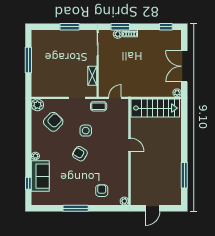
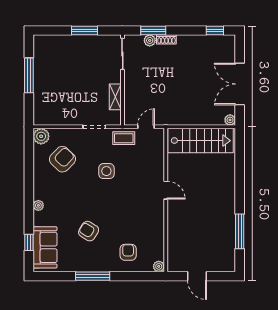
armchair: (80, 154) -> (89, 231), moved
sofa: (40, 176) -> (45, 247), moved
door: (153, 208) -> (197, 276), hinge flipped

